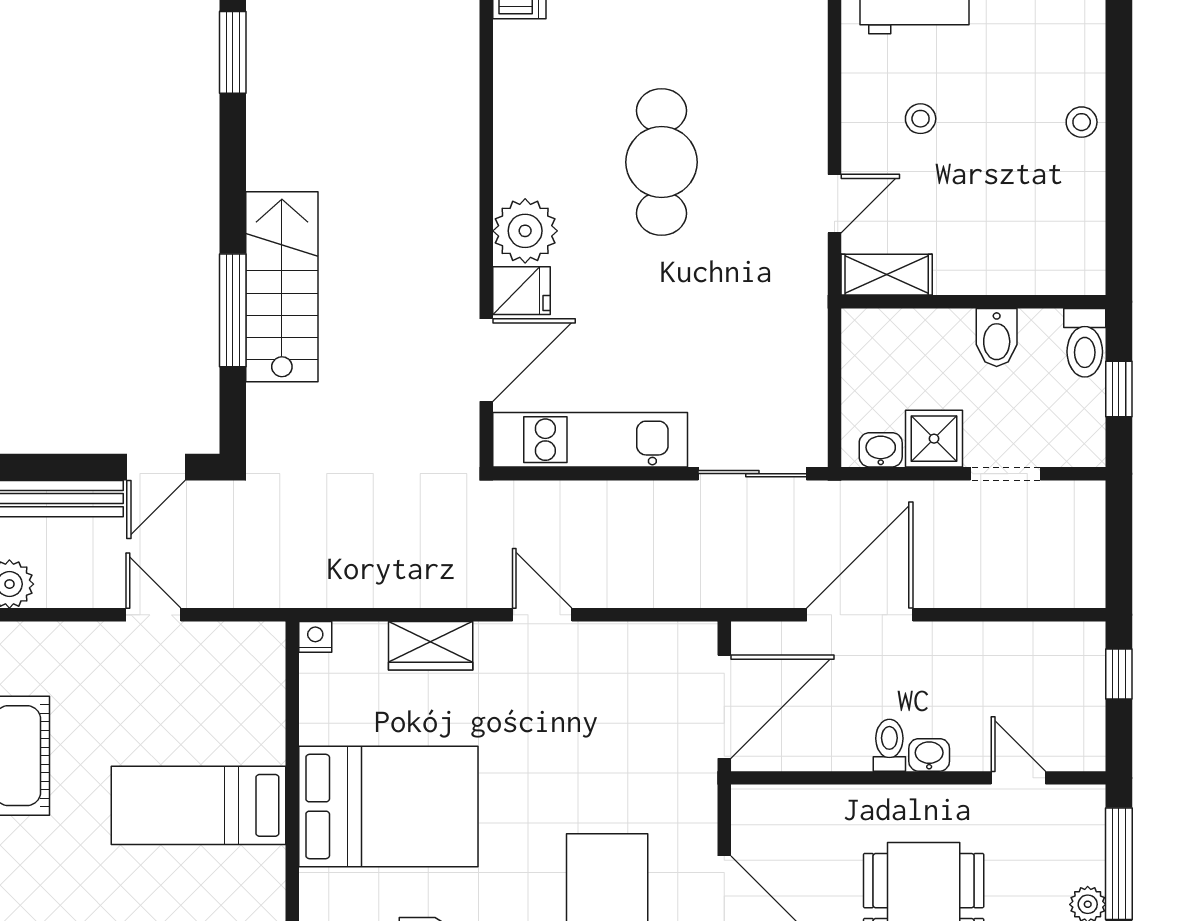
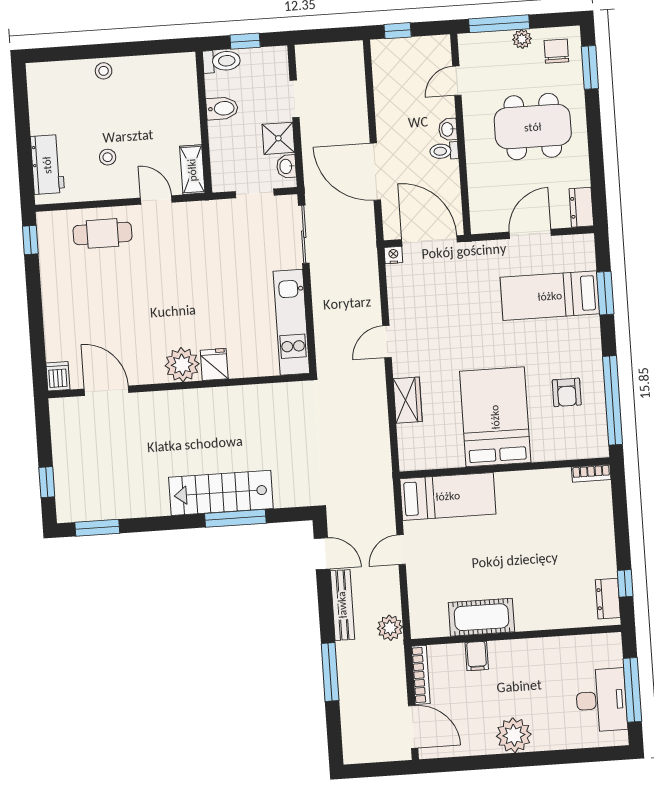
cafe table: (662, 162) -> (102, 233), moved, width x0.73, depth x0.74
door: (486, 360) -> (106, 391), moved
doorway: (835, 387) -> (255, 193), added
nightstand: (315, 637) -> (393, 255), moved, turned 90
bed: (199, 805) -> (448, 496), moved, turned -90

